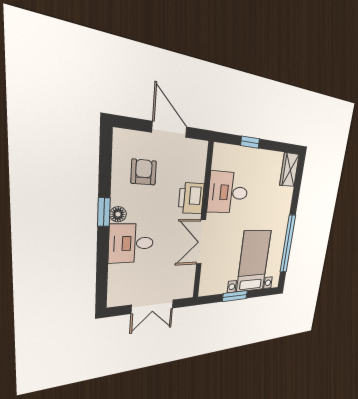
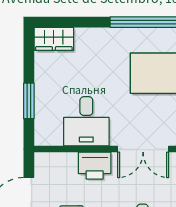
window: (250, 142) -> (29, 101), width x1.50

